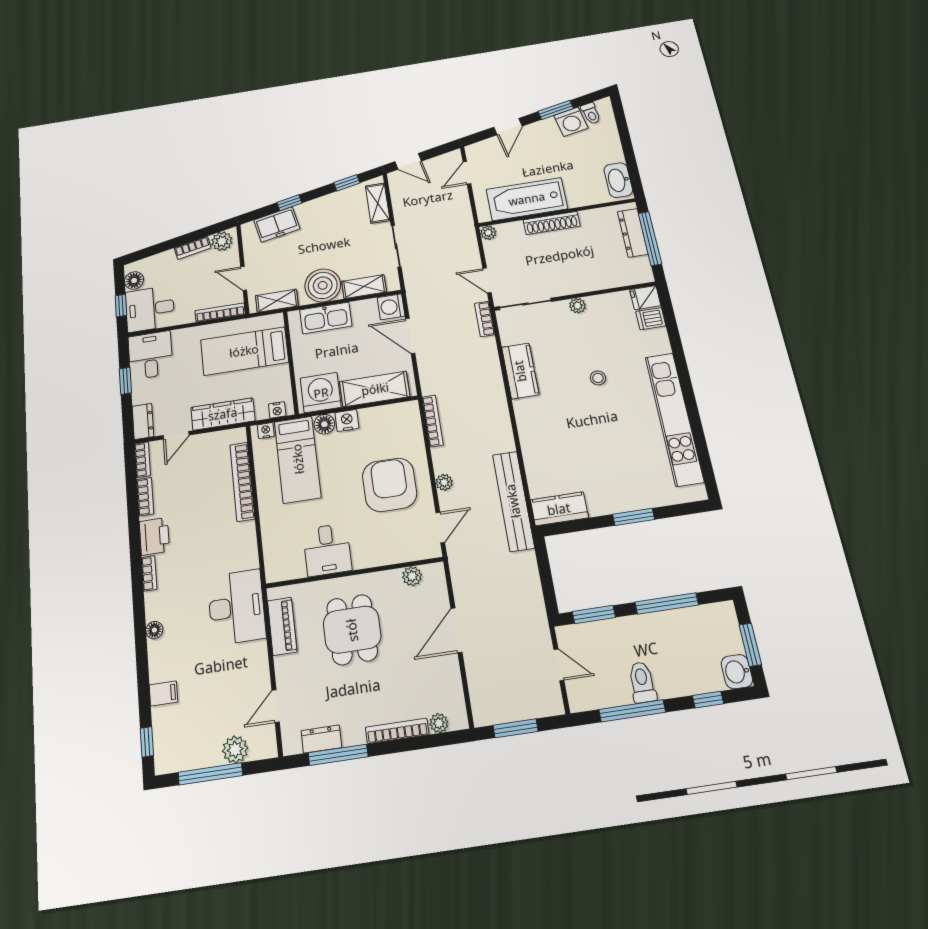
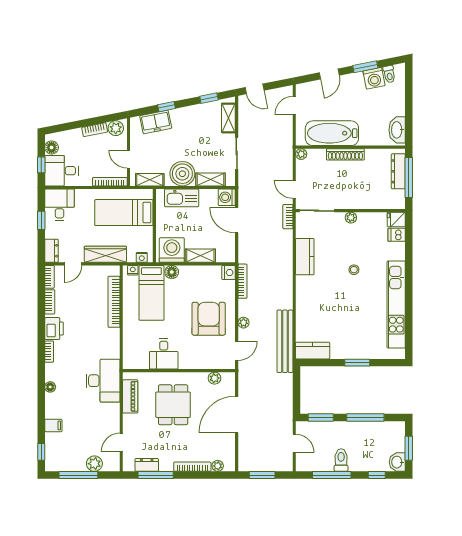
shelving: (375, 389) -> (200, 256), width x0.67, depth x0.75
nightstand: (347, 420) -> (229, 273), moved, turned 90
door: (456, 630) -> (237, 414), width x1.36

